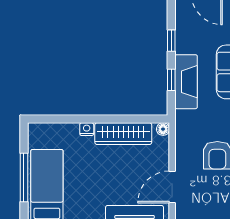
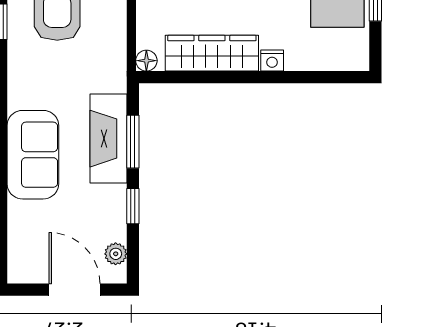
plant: (182, 12) -> (116, 254), added
window: (171, 80) -> (133, 142), width x1.50

